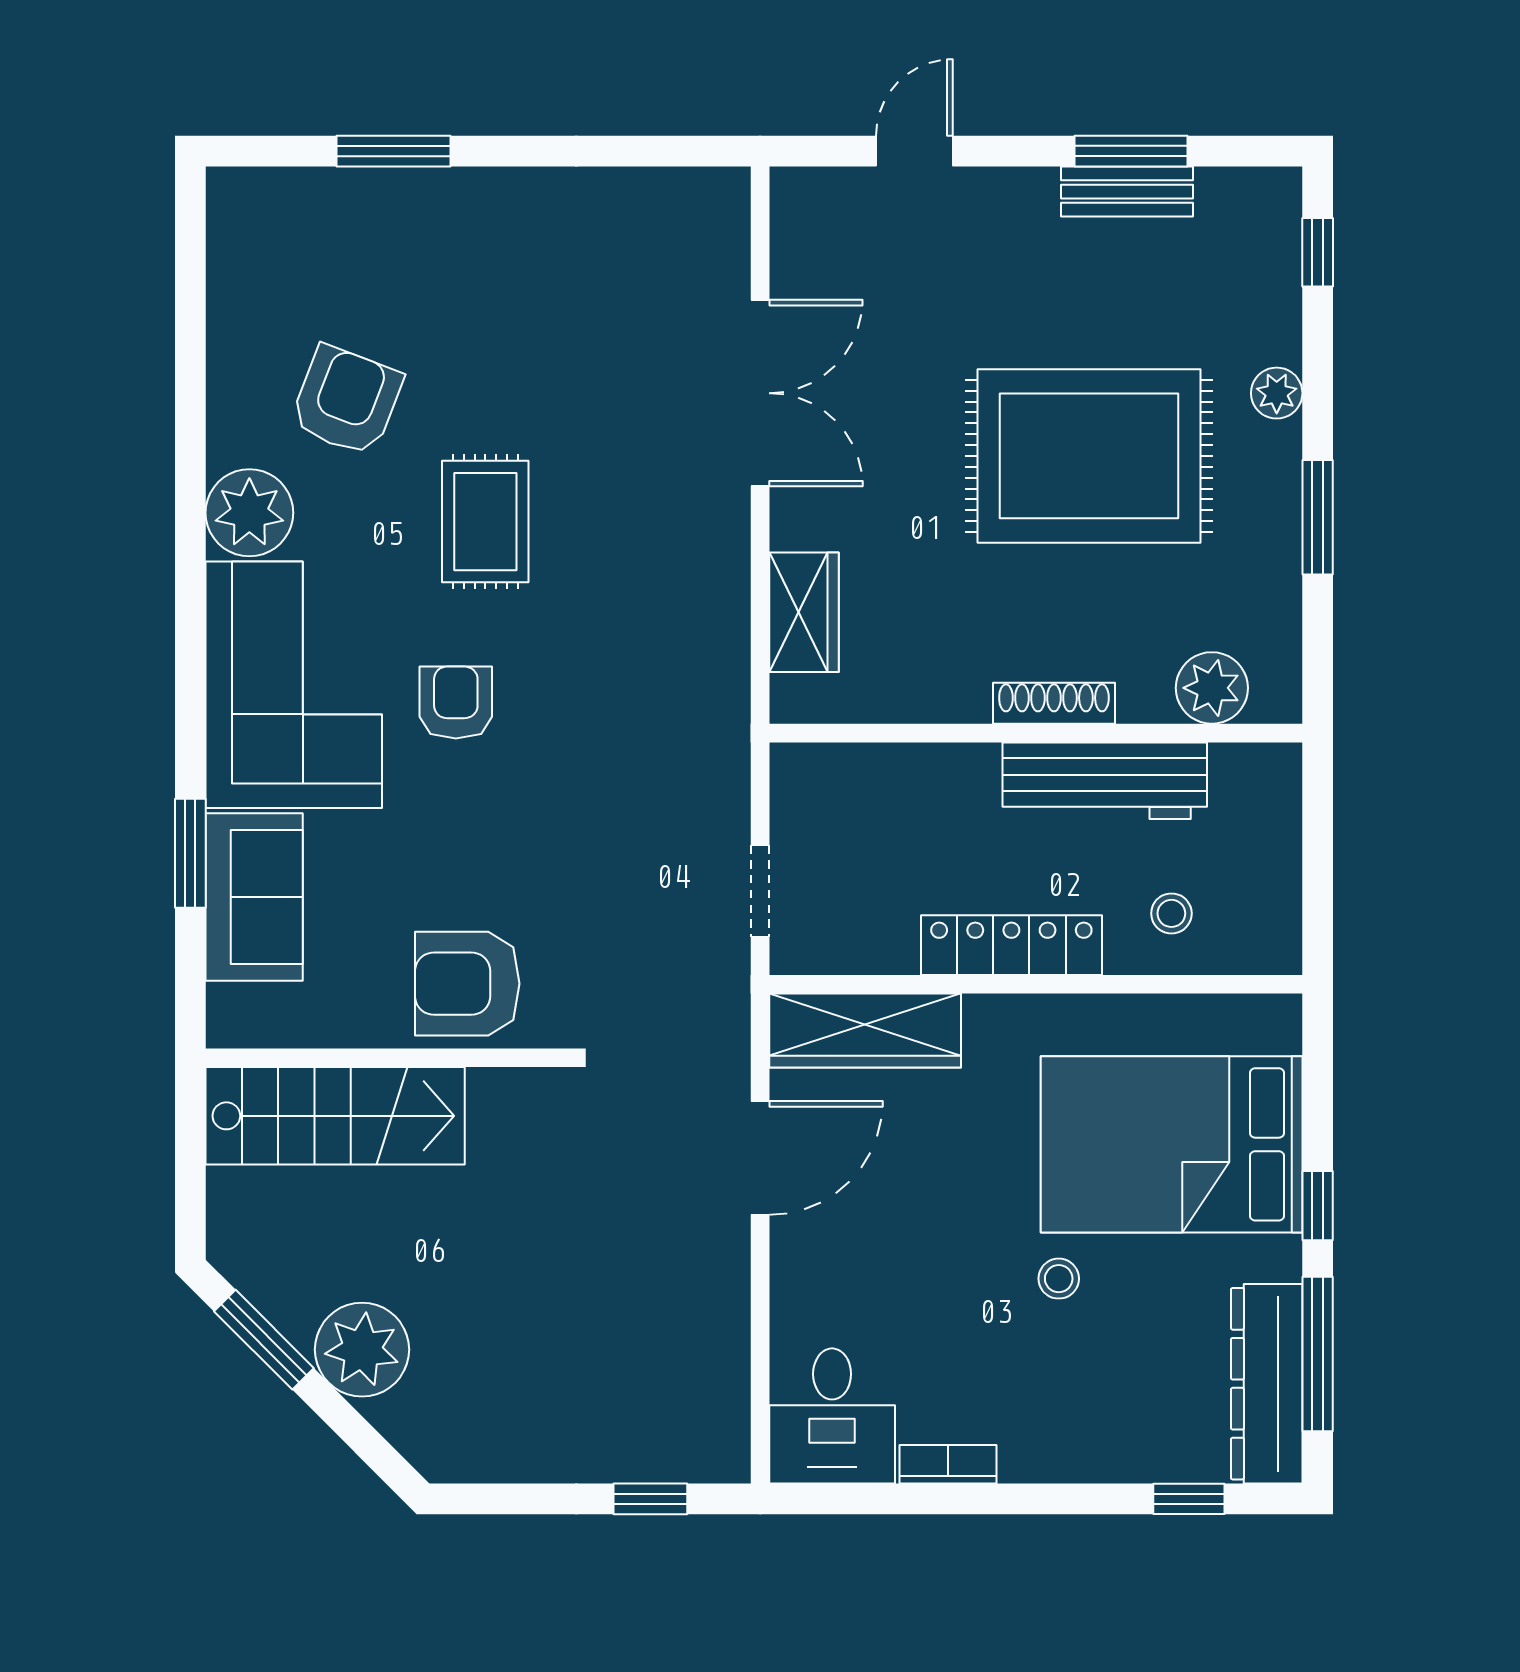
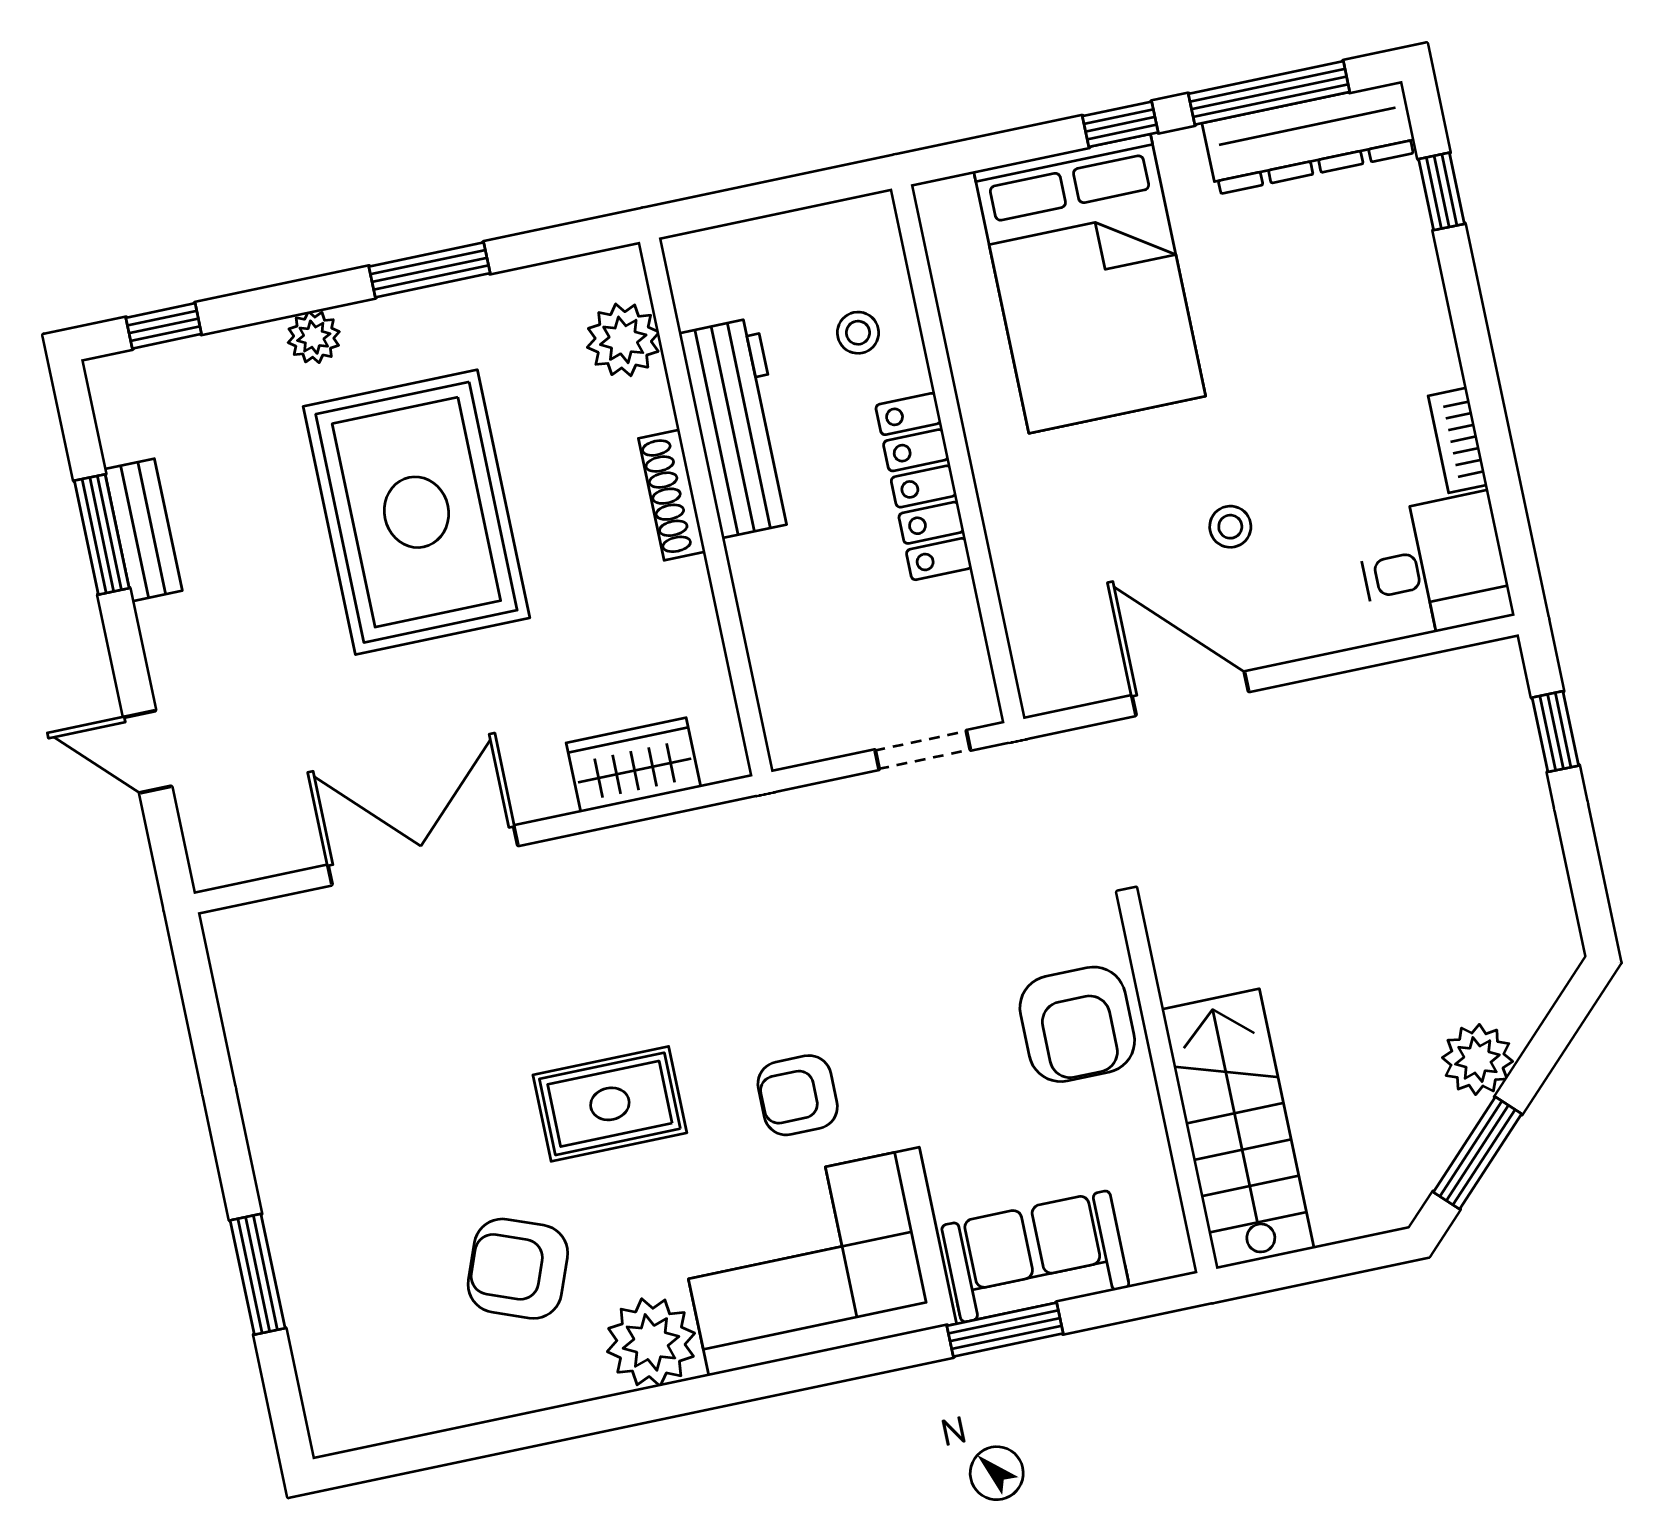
wardrobe: (865, 1030) -> (1040, 615), removed
stool: (1059, 1279) -> (1230, 527), moved
plant: (362, 1350) -> (1477, 1060), width x0.73, depth x0.73

